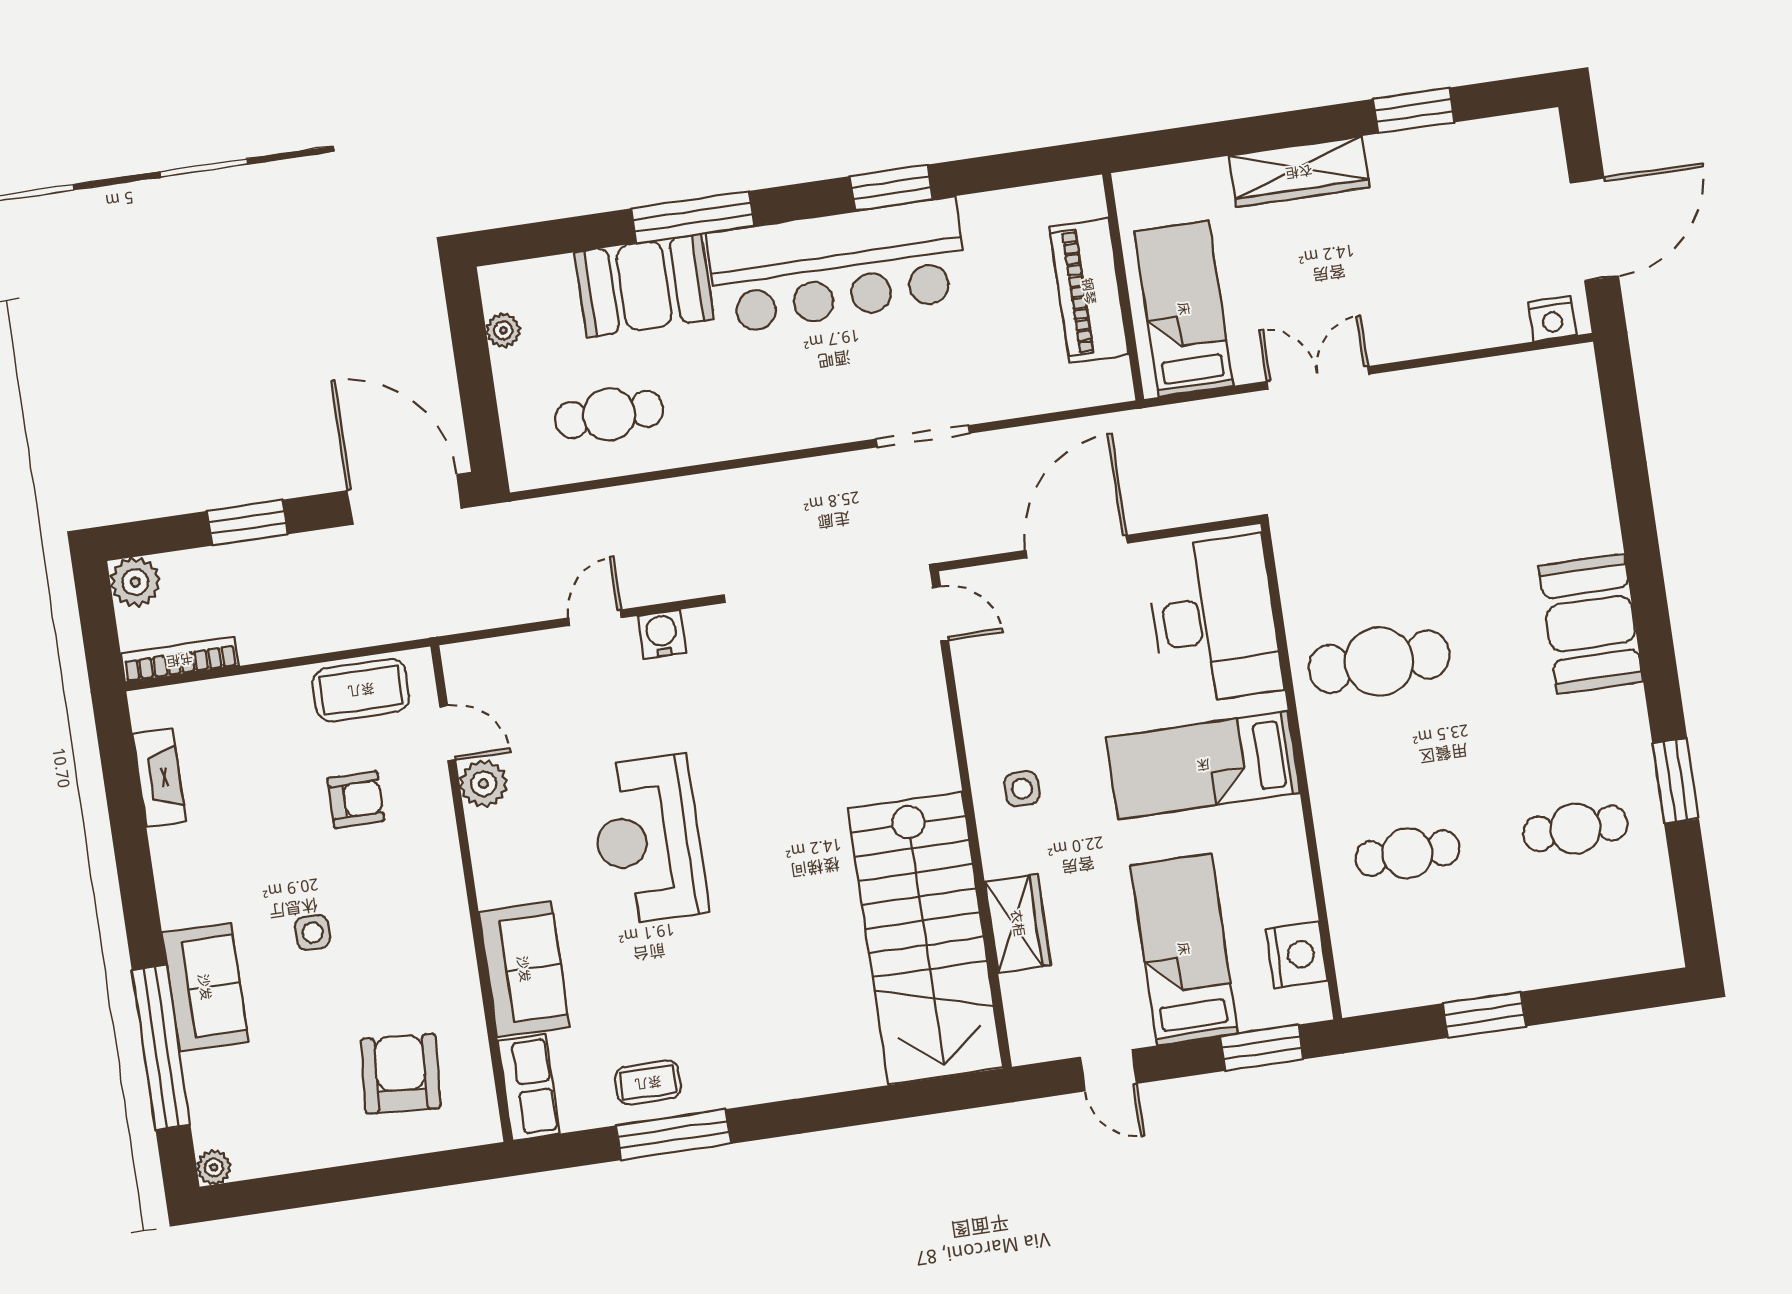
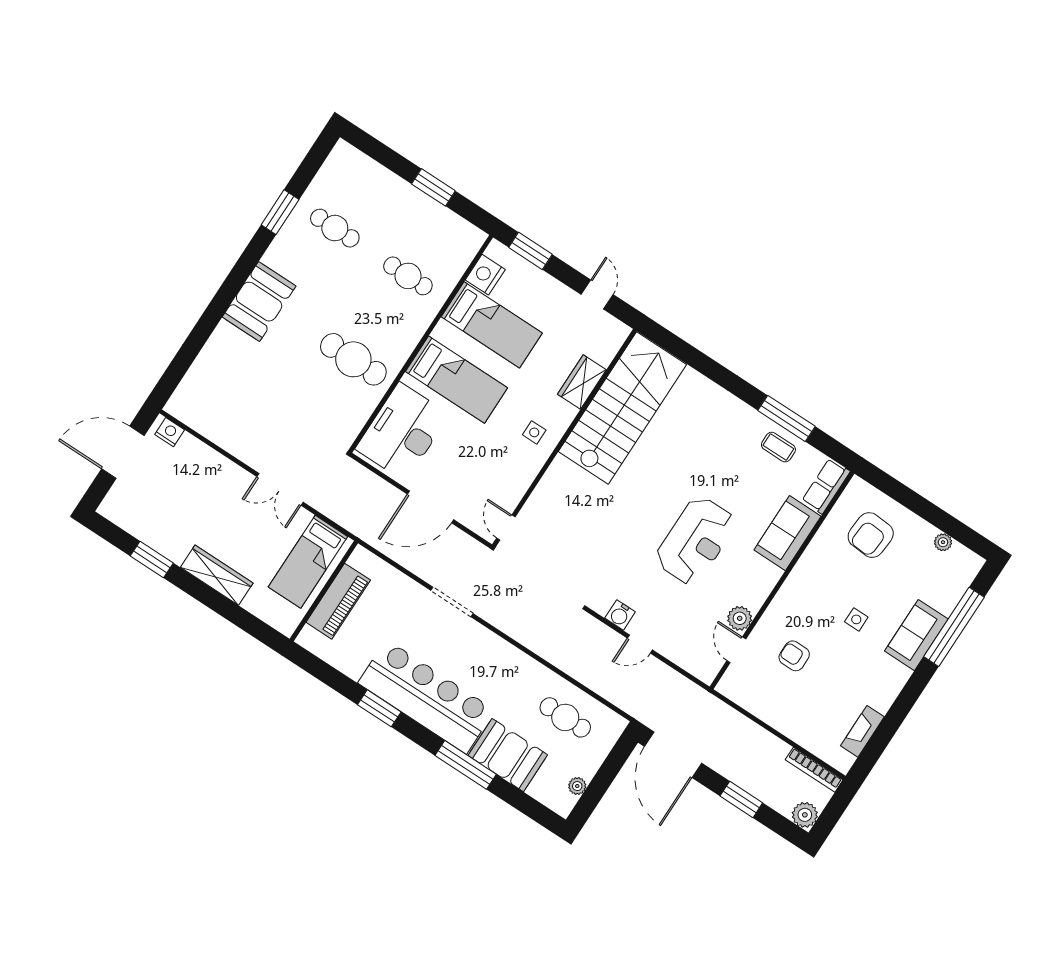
coffee table: (361, 690) -> (755, 696), removed
bed: (1184, 949) -> (492, 325), moved, turned -90
plant: (214, 1167) -> (943, 542), moved

